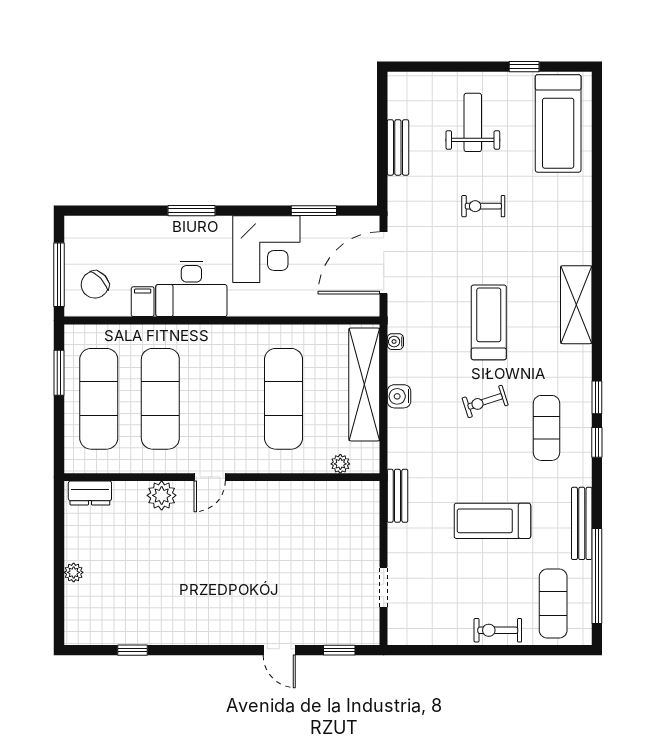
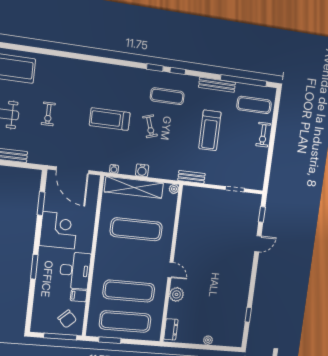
shelving: (576, 305) -> (106, 72), removed
plant: (340, 464) -> (174, 189), moved

